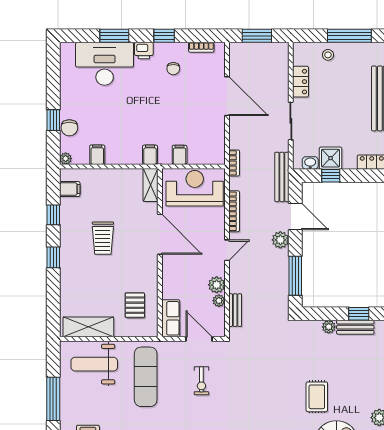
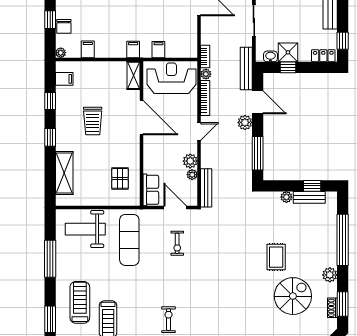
plant: (235, 183) -> (206, 74), added
bench: (235, 310) -> (206, 188), width x1.36
shelving: (88, 327) -> (64, 173), moved, turned 90

